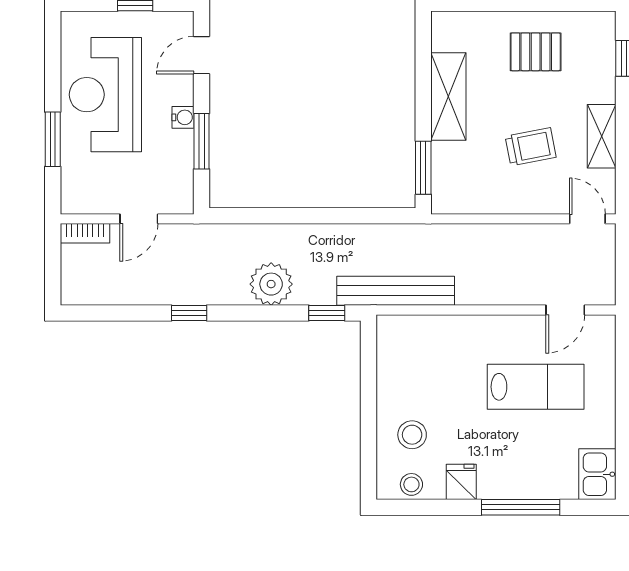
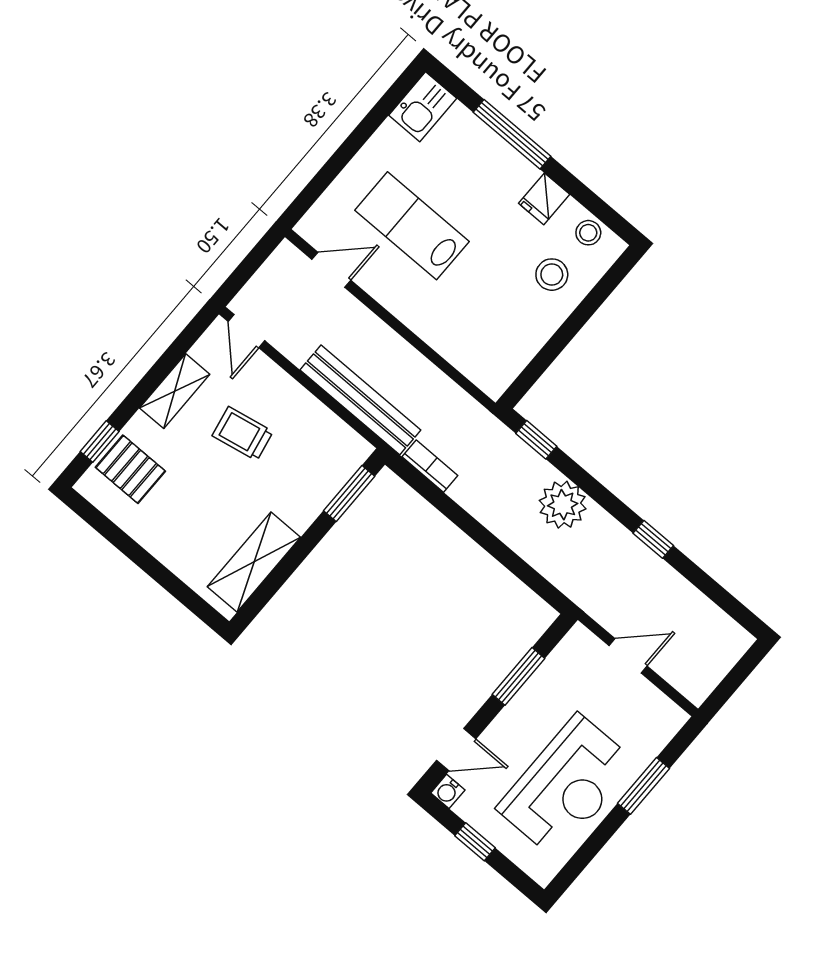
pallet: (536, 52) -> (130, 469), moved
shelving: (448, 97) -> (254, 562), moved
water cooler: (183, 117) -> (448, 791), moved, turned -90
bookcase: (85, 233) -> (430, 466), moved
bench: (396, 291) -> (360, 400), moved

